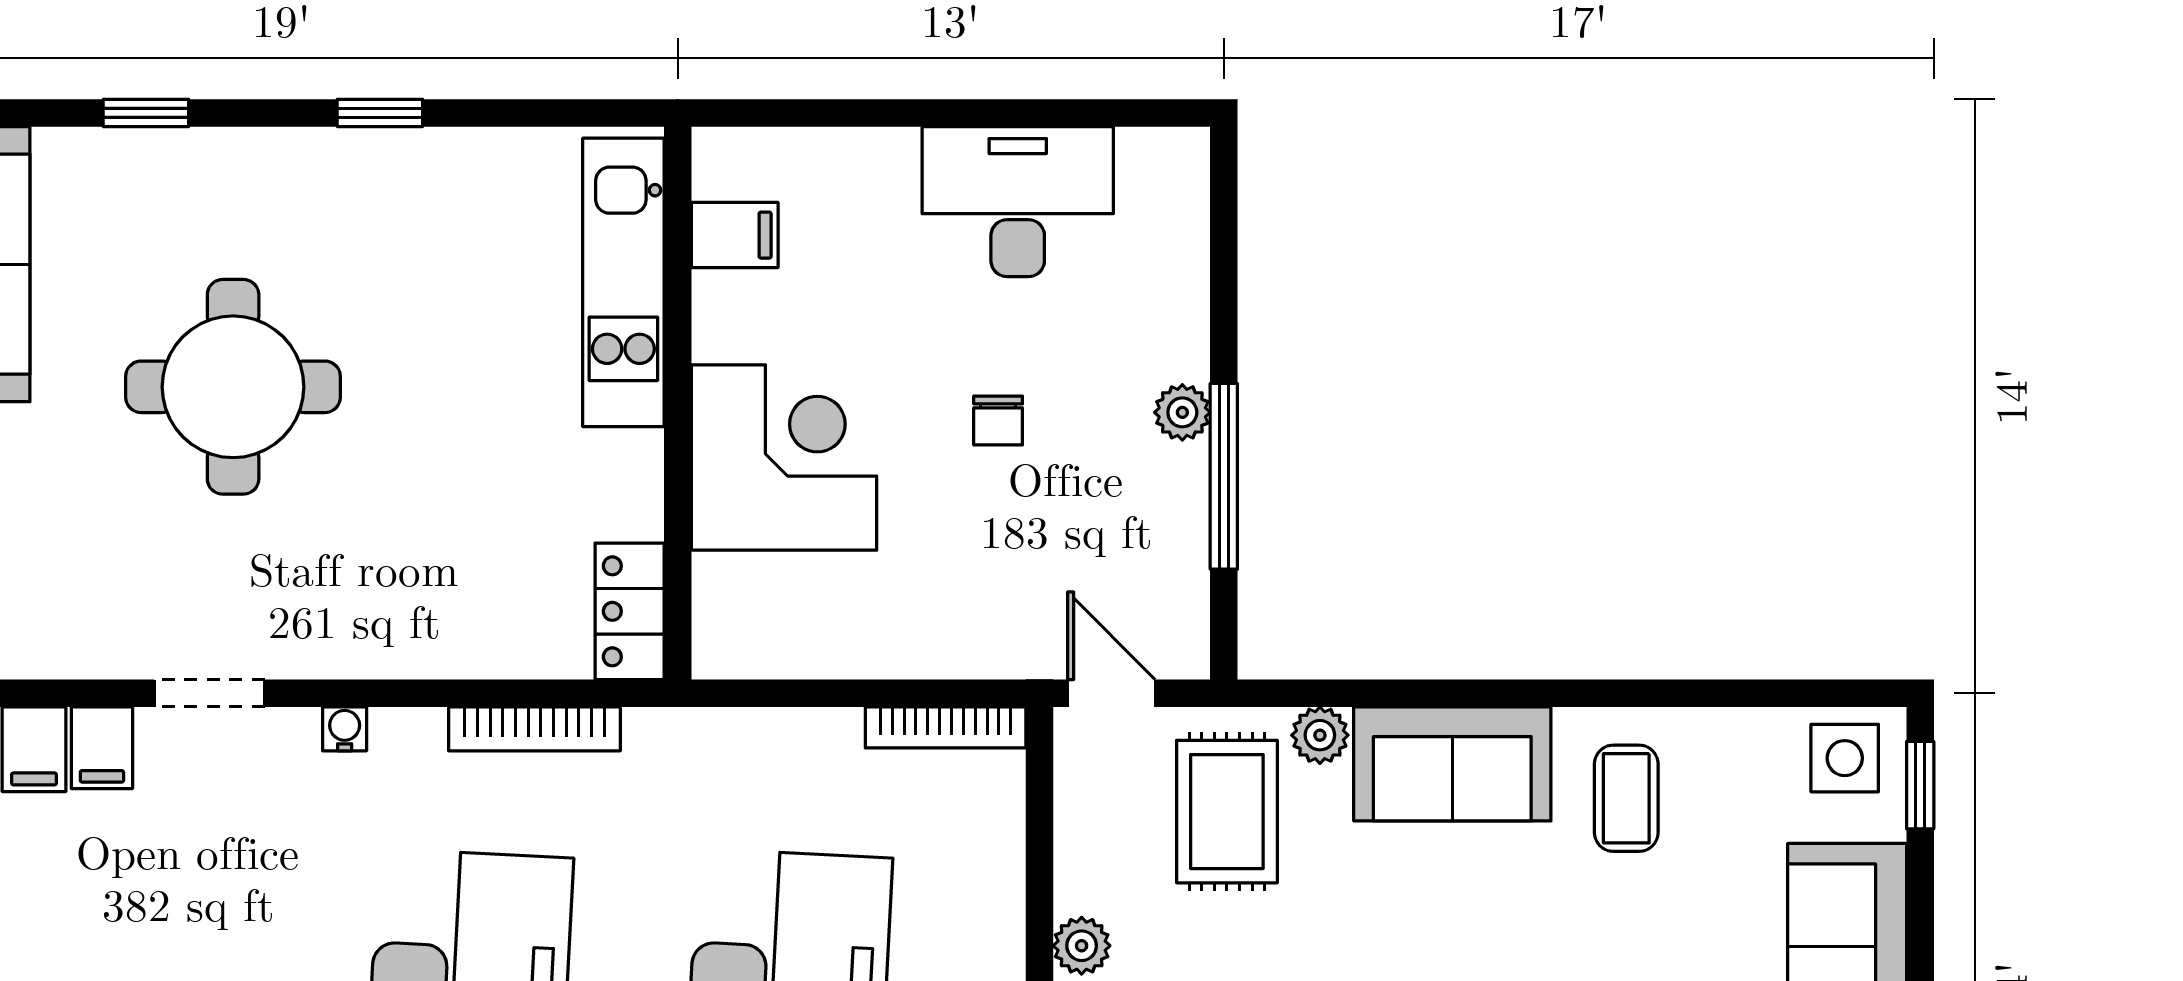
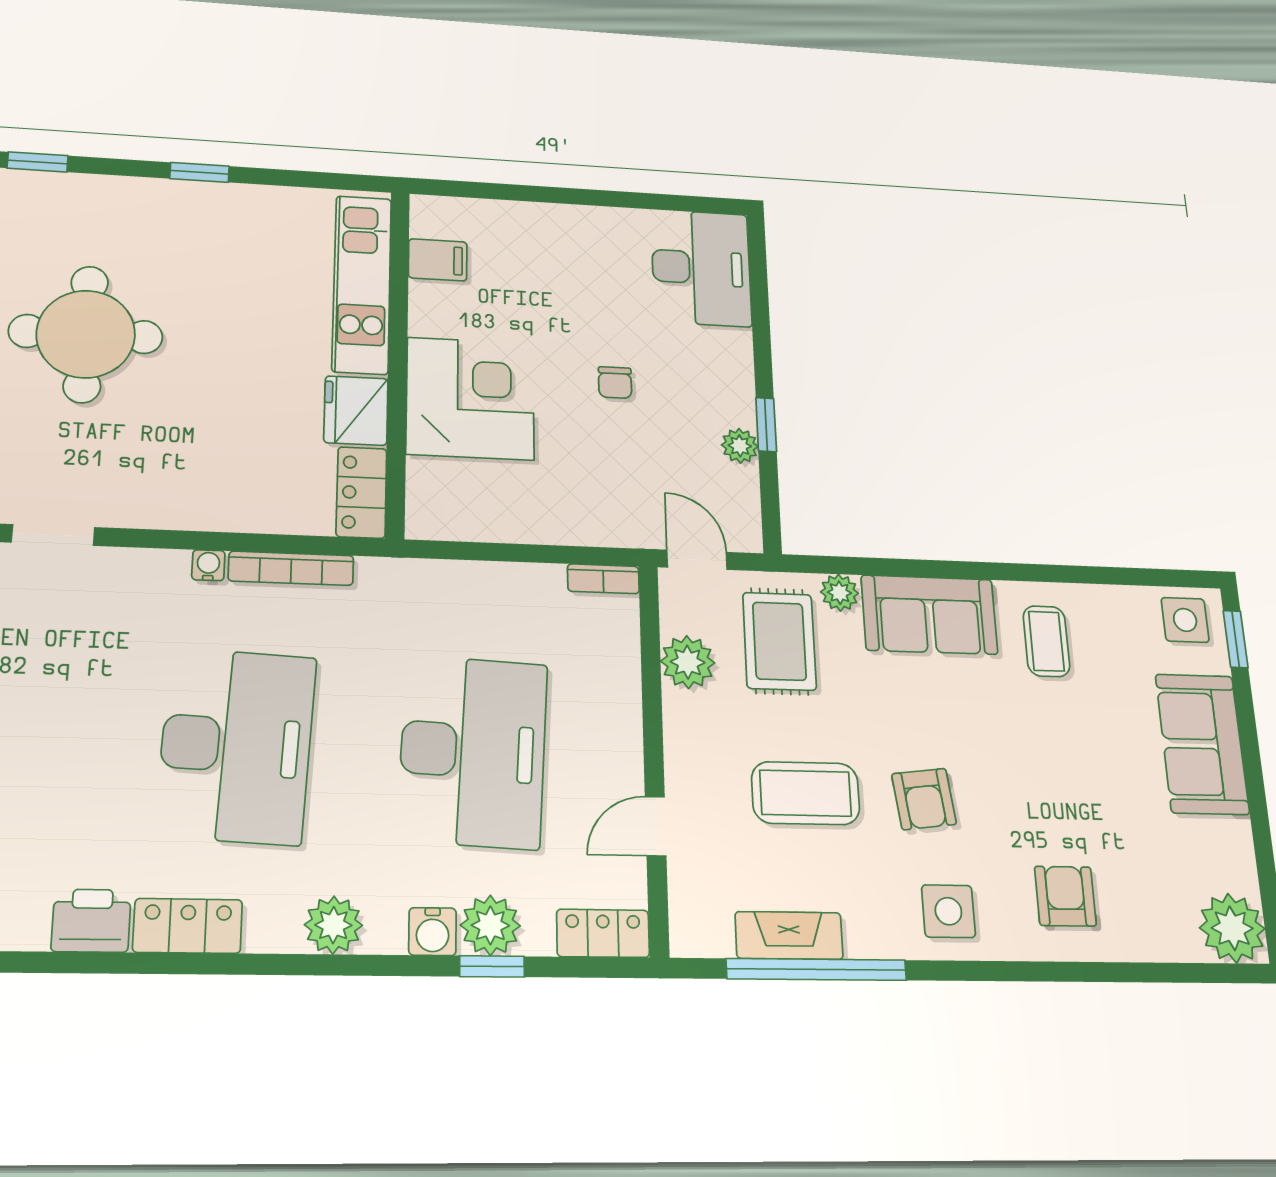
desk: (1018, 202) -> (701, 268), moved, turned 90
plant: (1182, 412) -> (740, 446), moved
window: (1224, 476) -> (766, 425), width x0.46
fridge: (619, 485) -> (356, 411), added
bookcase: (946, 727) -> (603, 579), width x0.64
water cooler: (345, 729) -> (208, 565), moved
plant: (1082, 946) -> (688, 662), moved, width x1.38, depth x1.38

